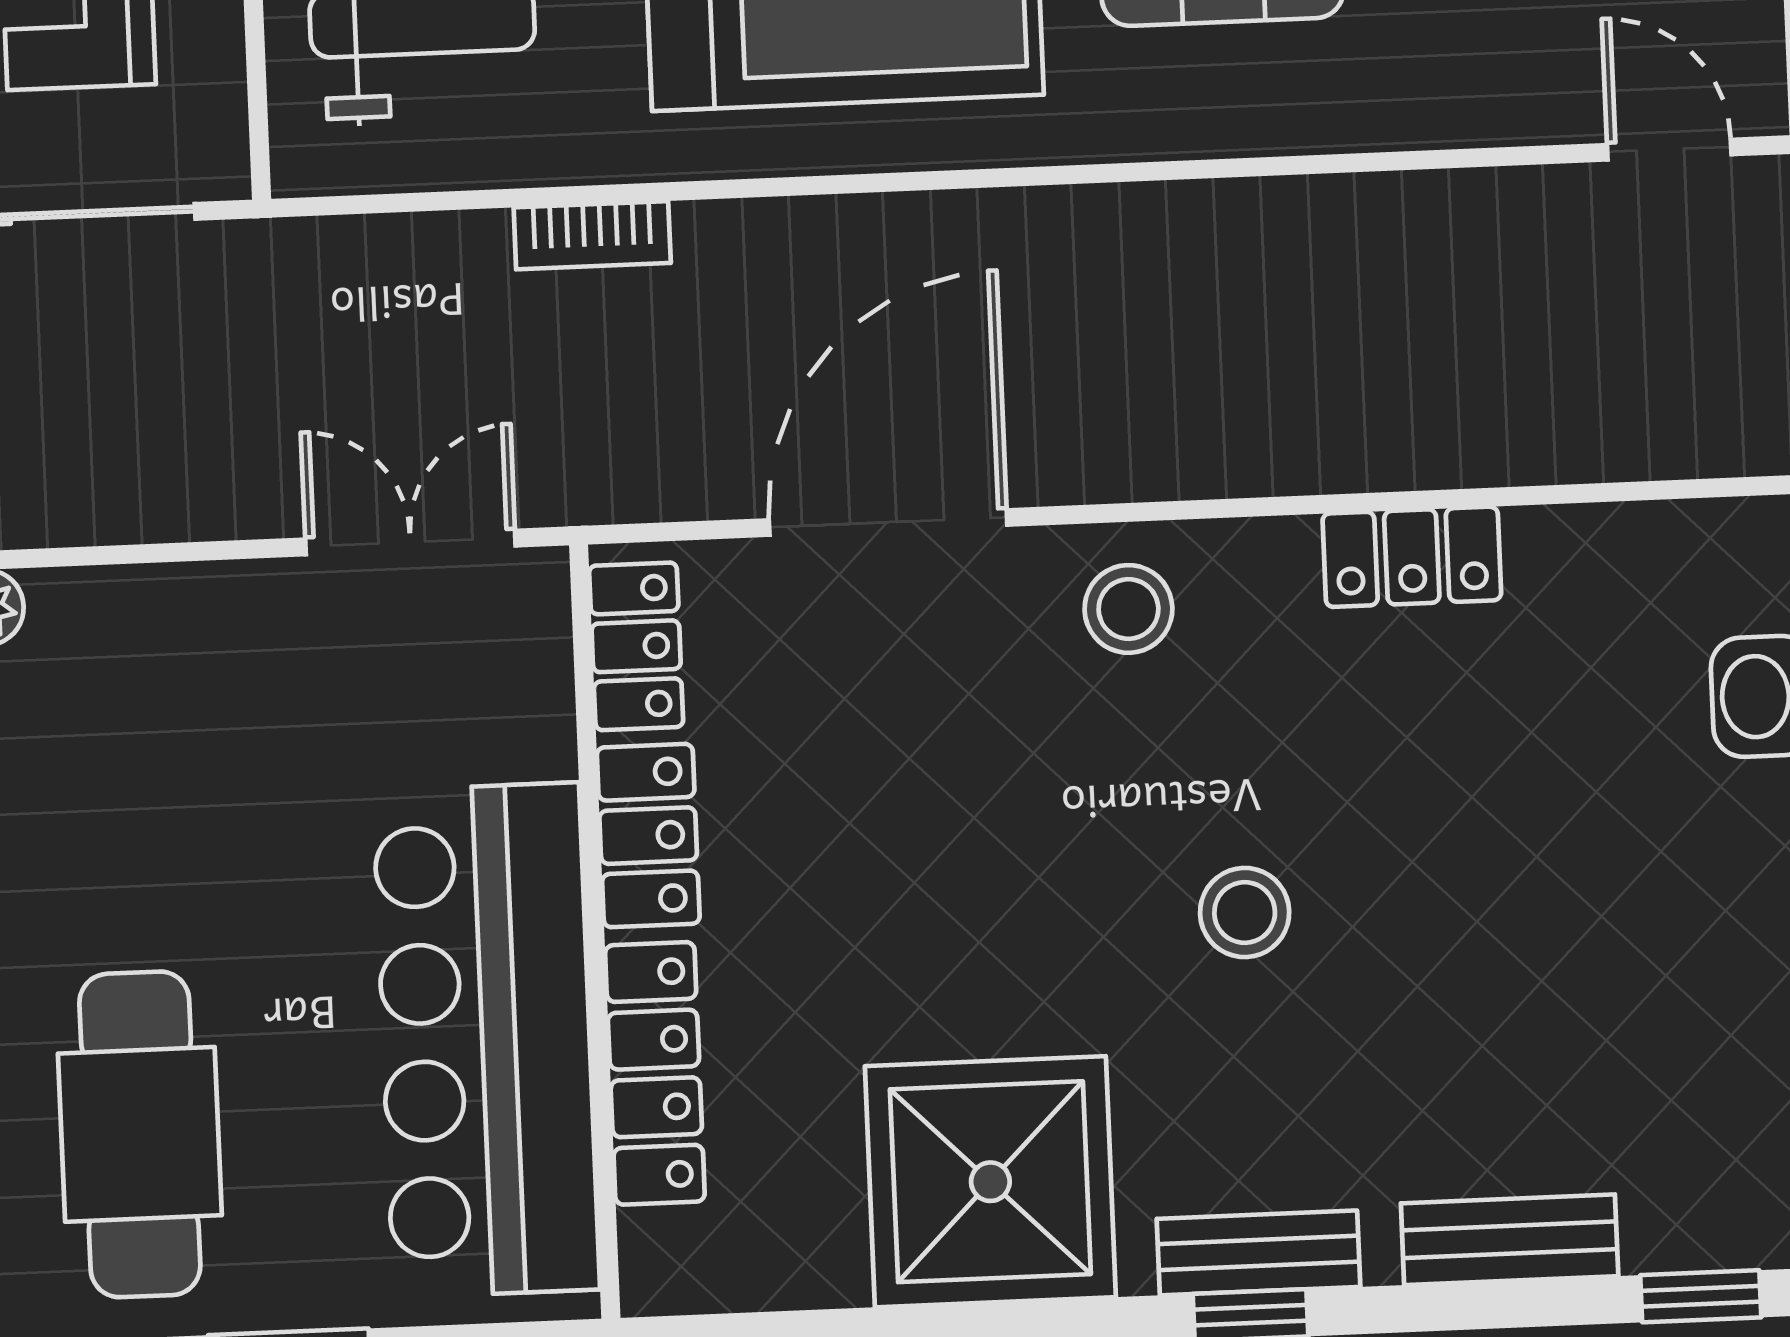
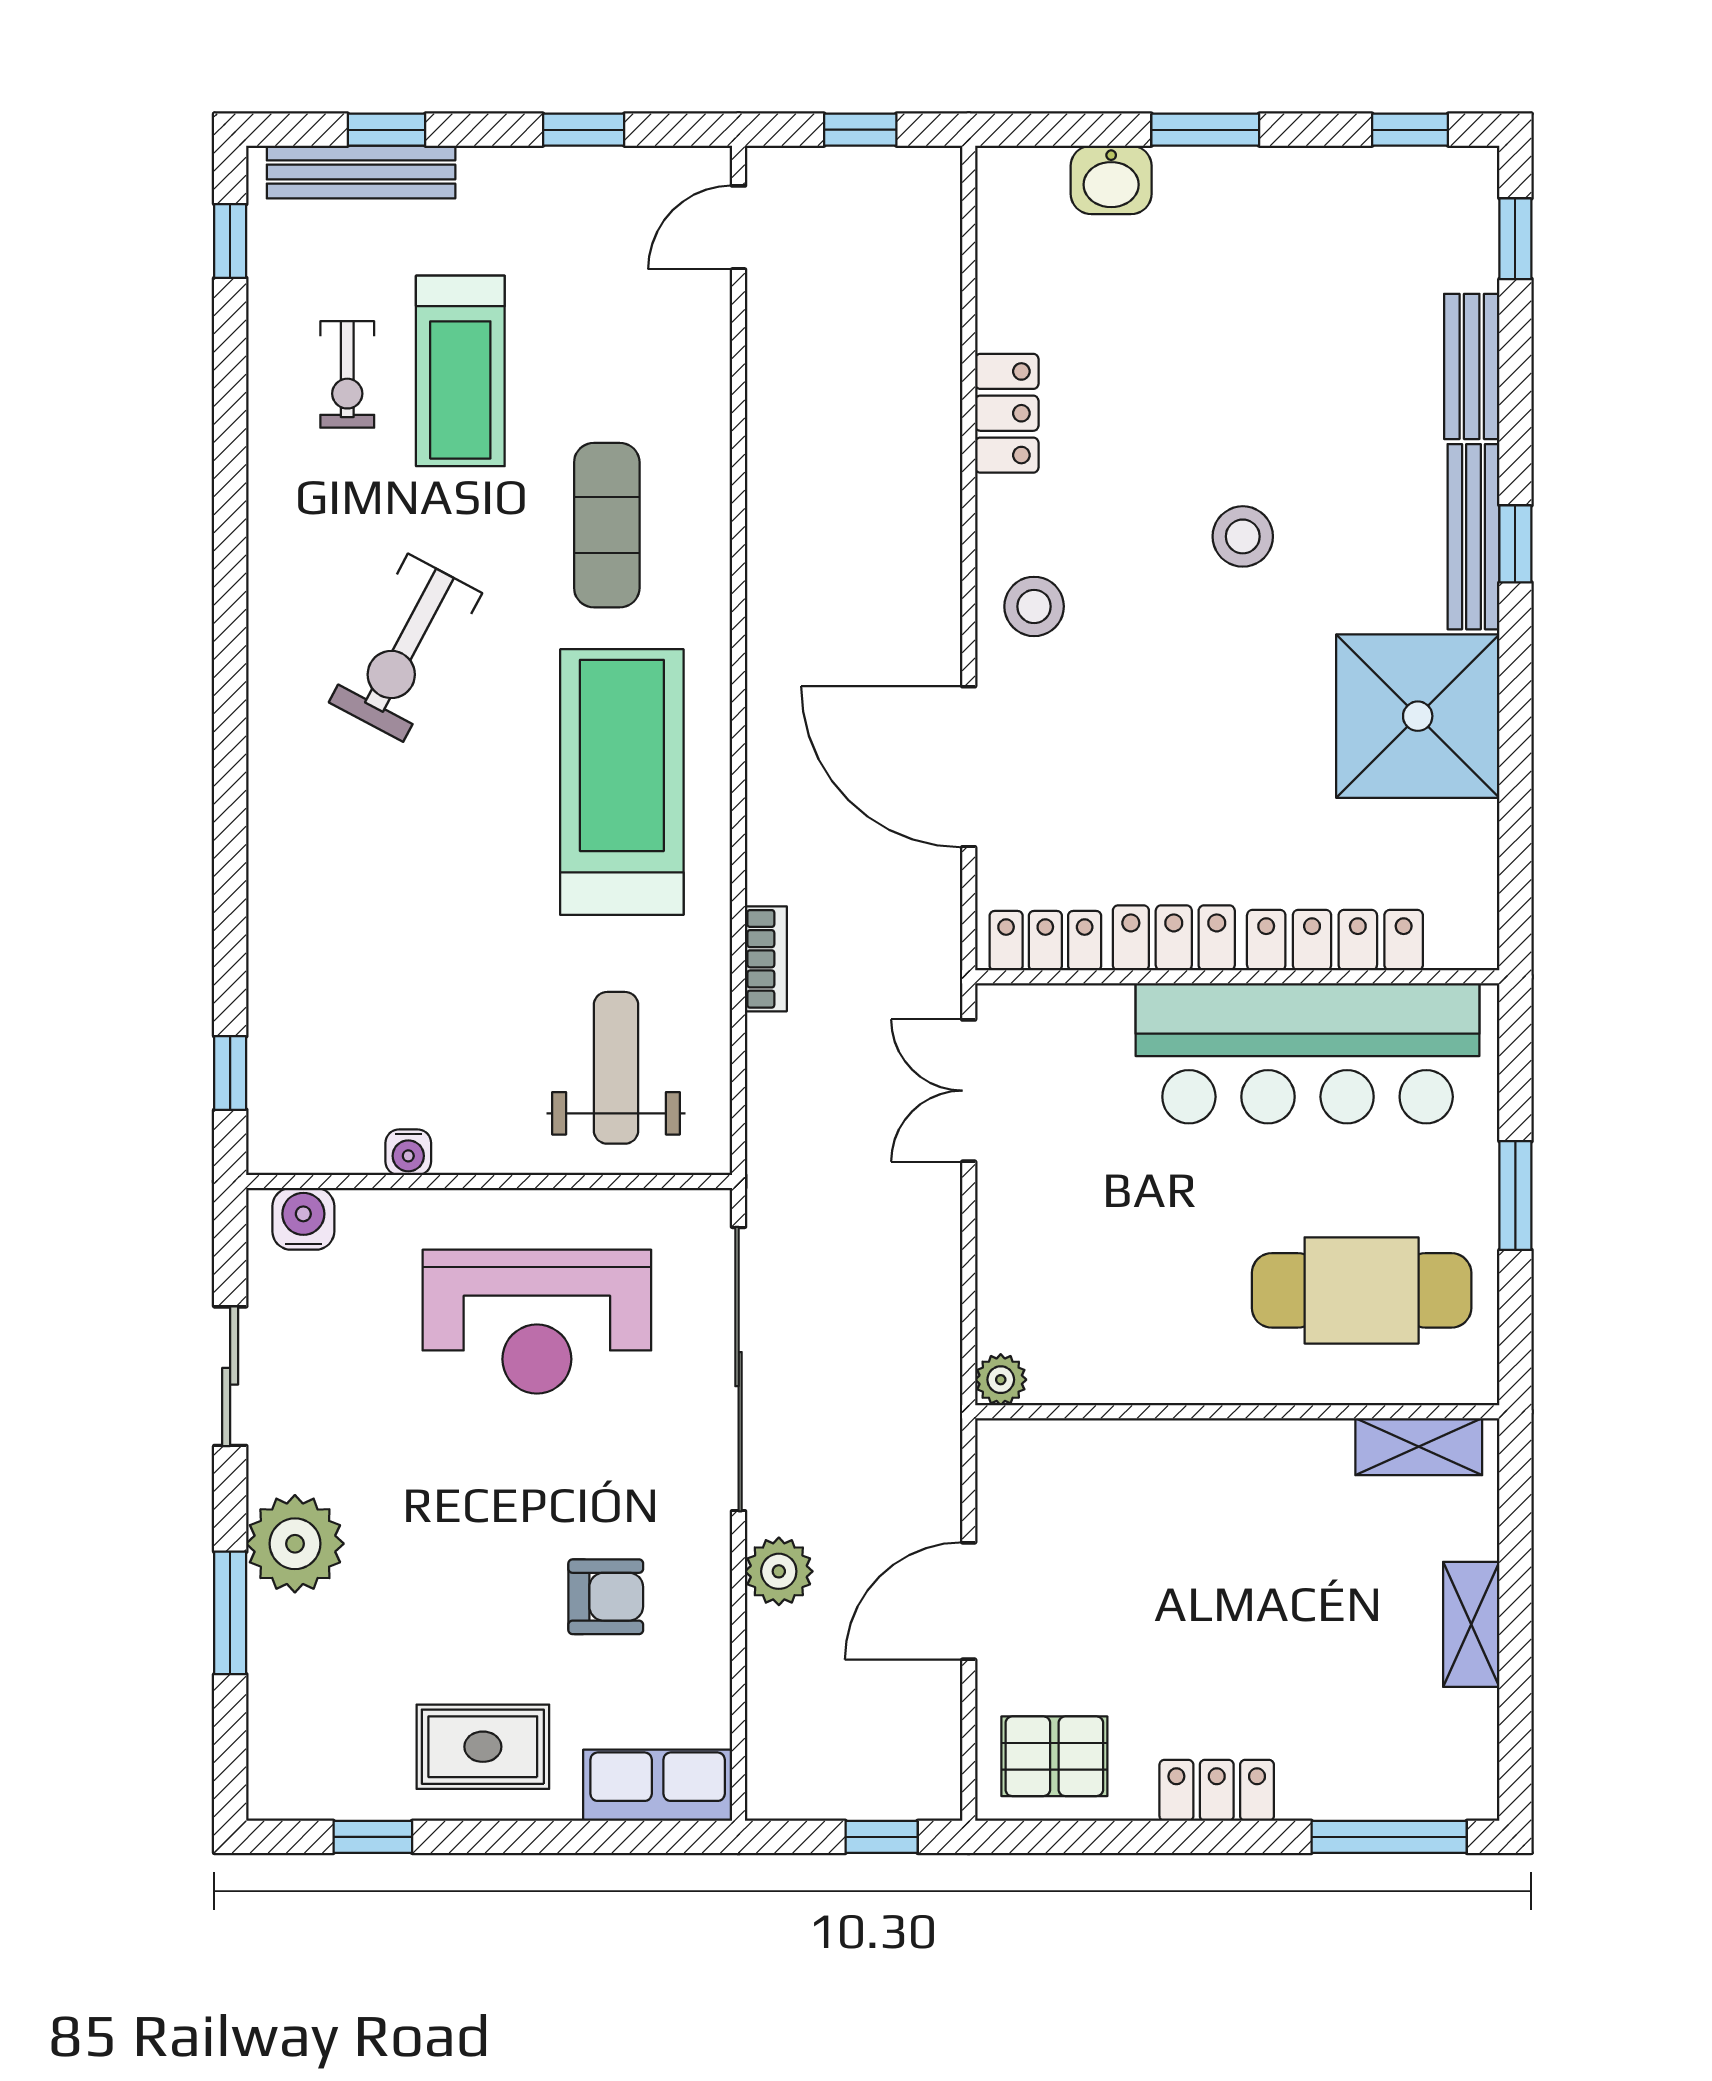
bench: (1259, 1253) -> (1473, 537), width x1.36

